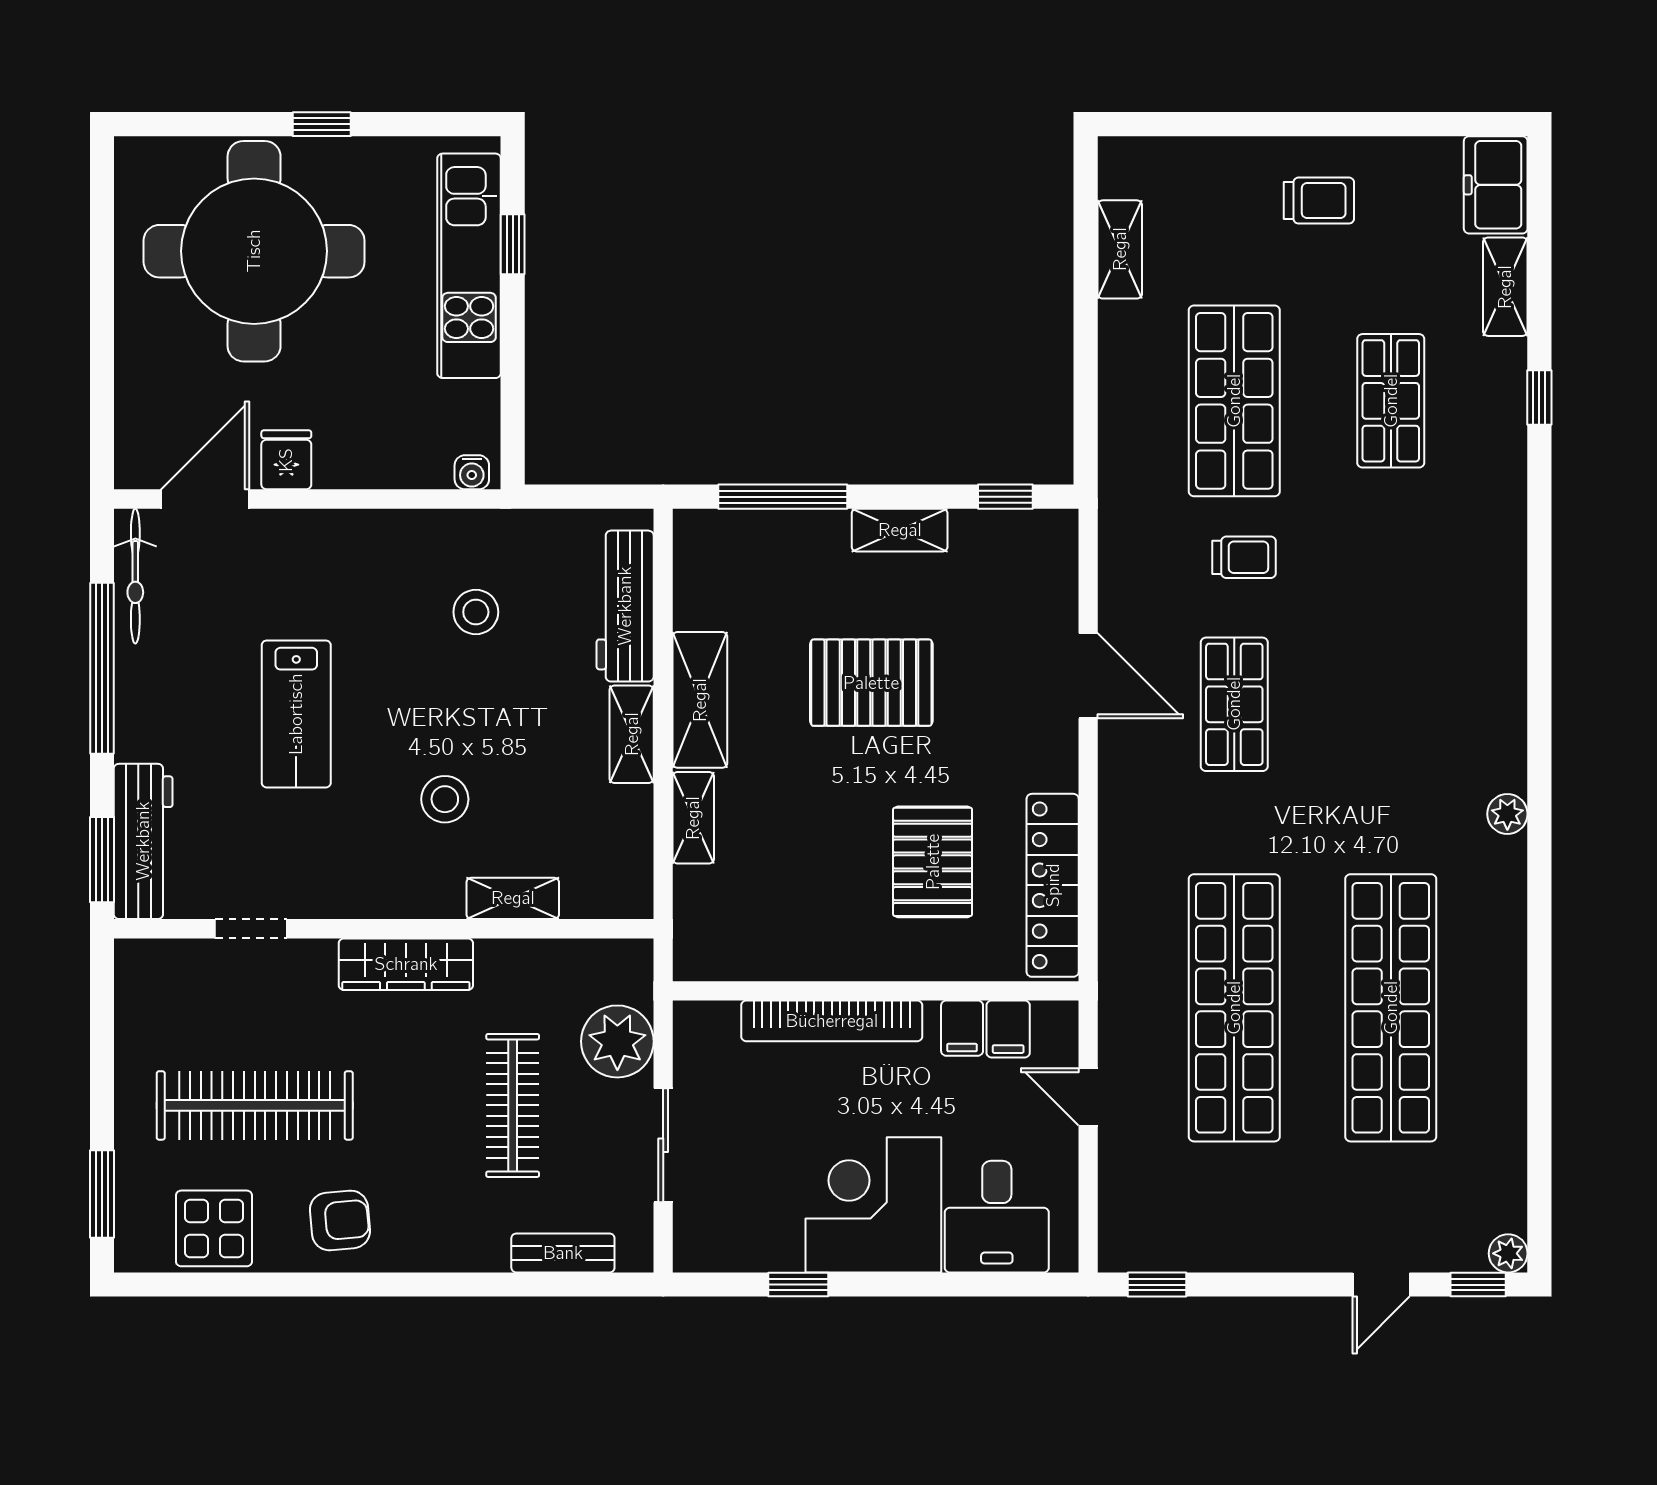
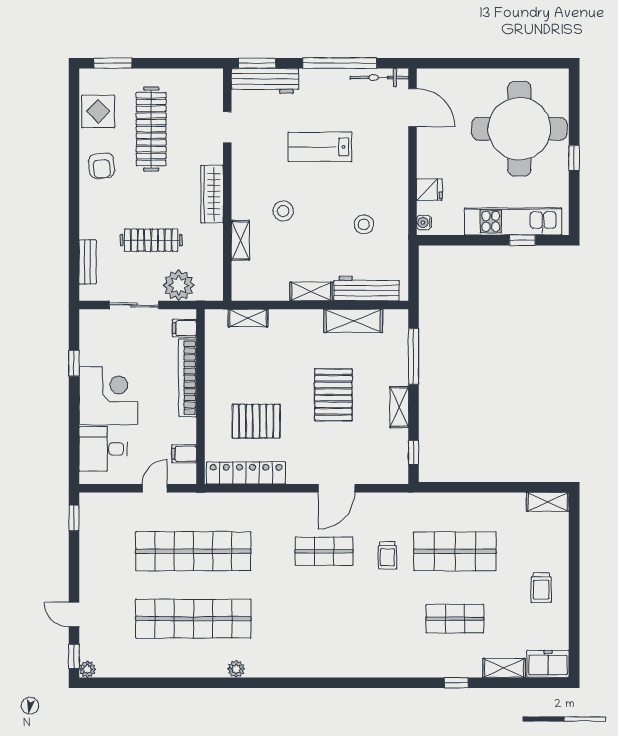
shelving: (1120, 249) -> (548, 502), moved
fridge: (286, 460) -> (429, 190), moved
shelving: (700, 700) -> (353, 321), moved
plant: (1507, 814) -> (236, 669), moved
shelving: (693, 818) -> (248, 318), moved
filing cabinet: (962, 1028) -> (184, 328), moved

